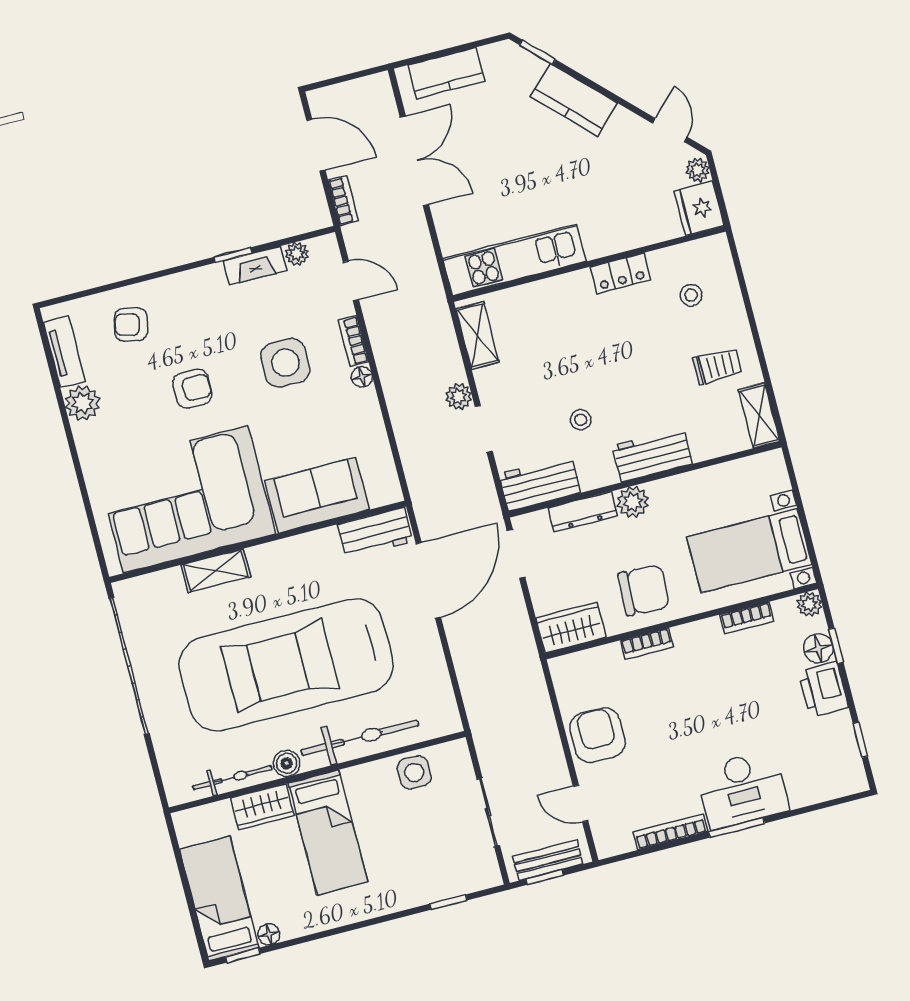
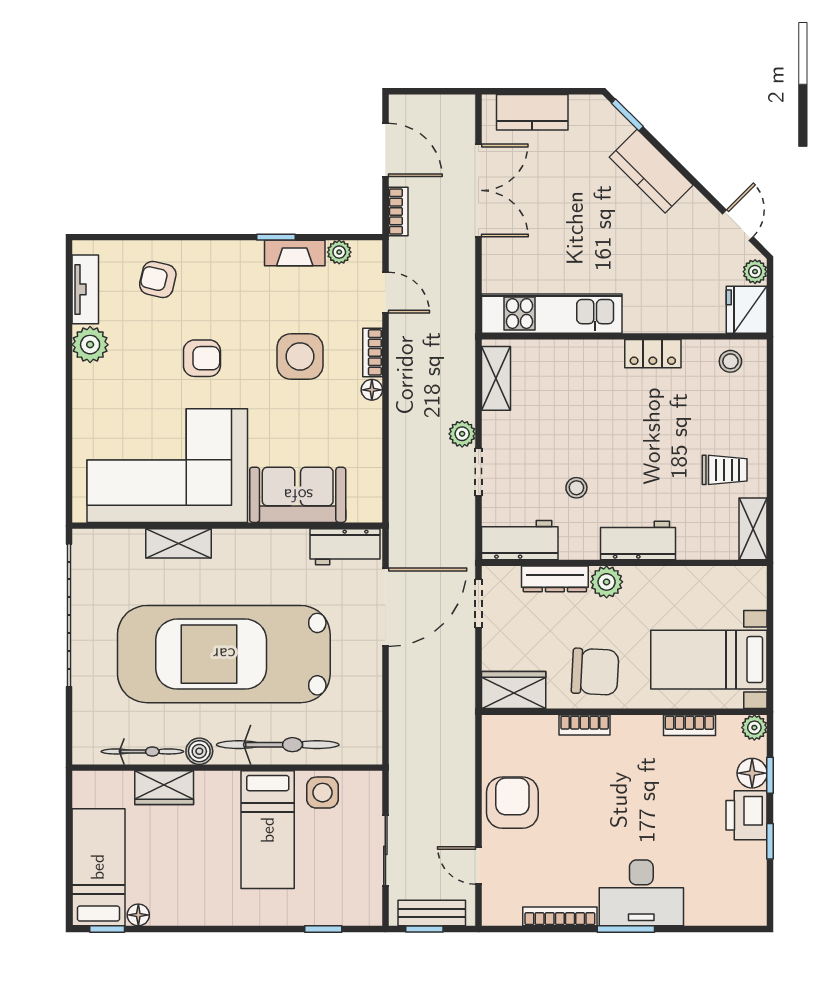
stool: (691, 295) -> (730, 361), moved
window: (860, 740) -> (770, 841), moved
bed: (328, 832) -> (268, 830), moved

